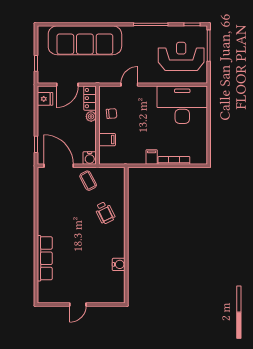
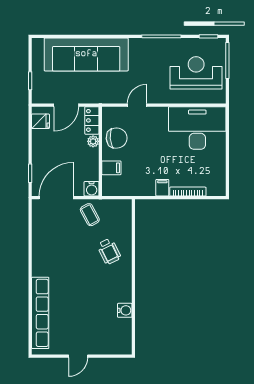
chair: (112, 114) -> (117, 138), width x1.87, depth x1.87
door: (59, 166) -> (56, 198), hinge flipped
row of seats: (45, 258) -> (40, 313), width x1.36

